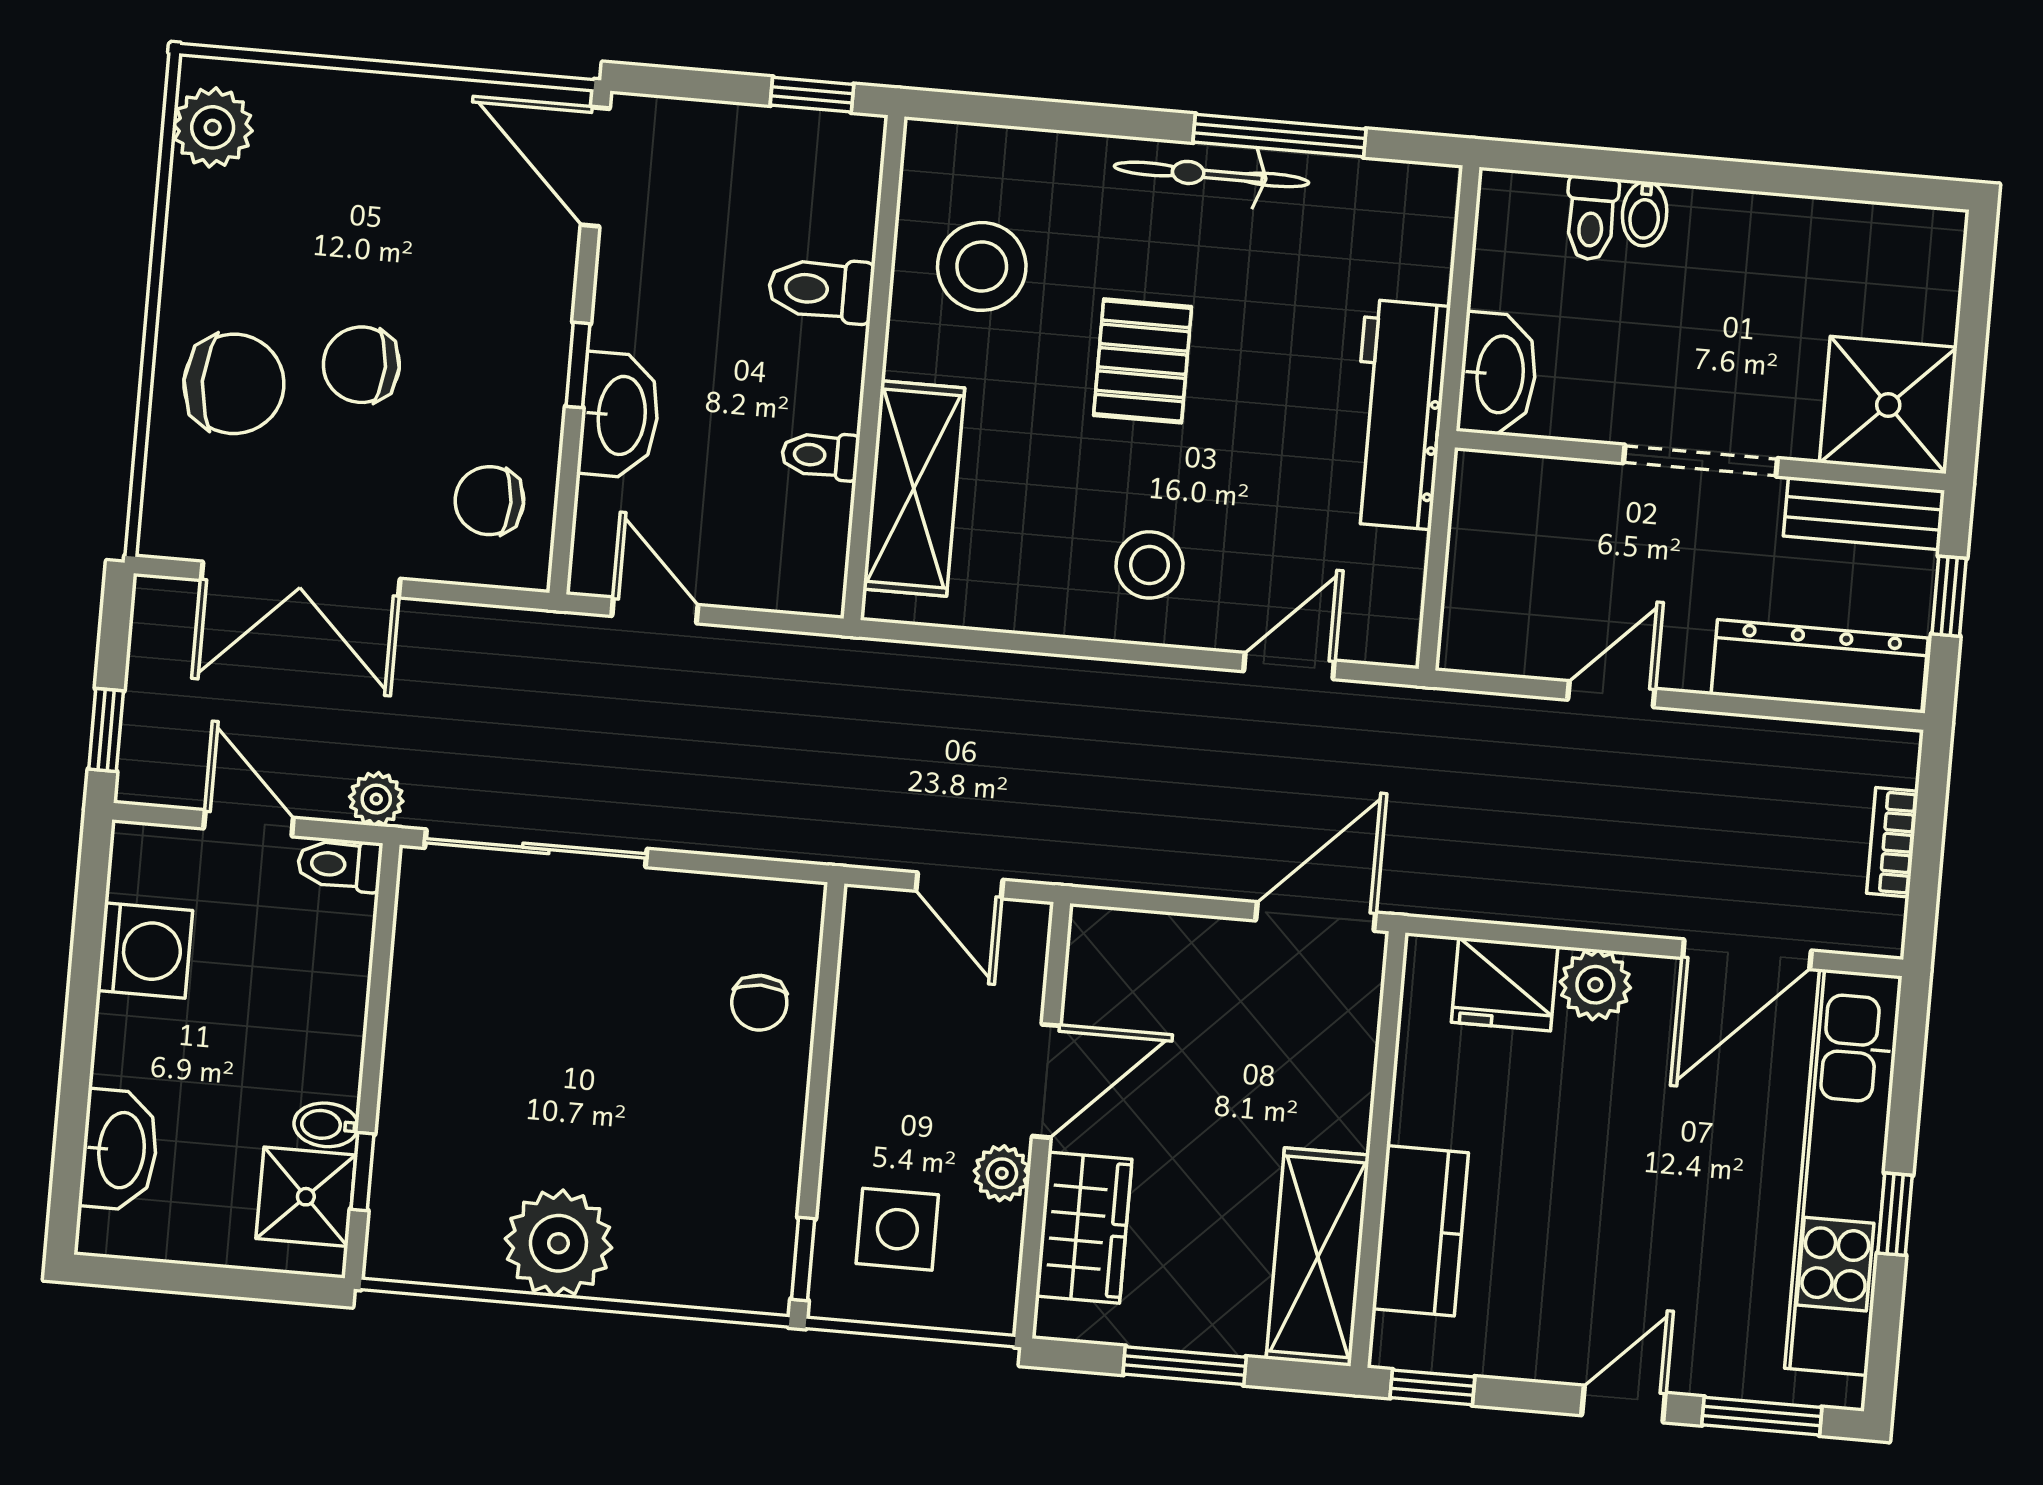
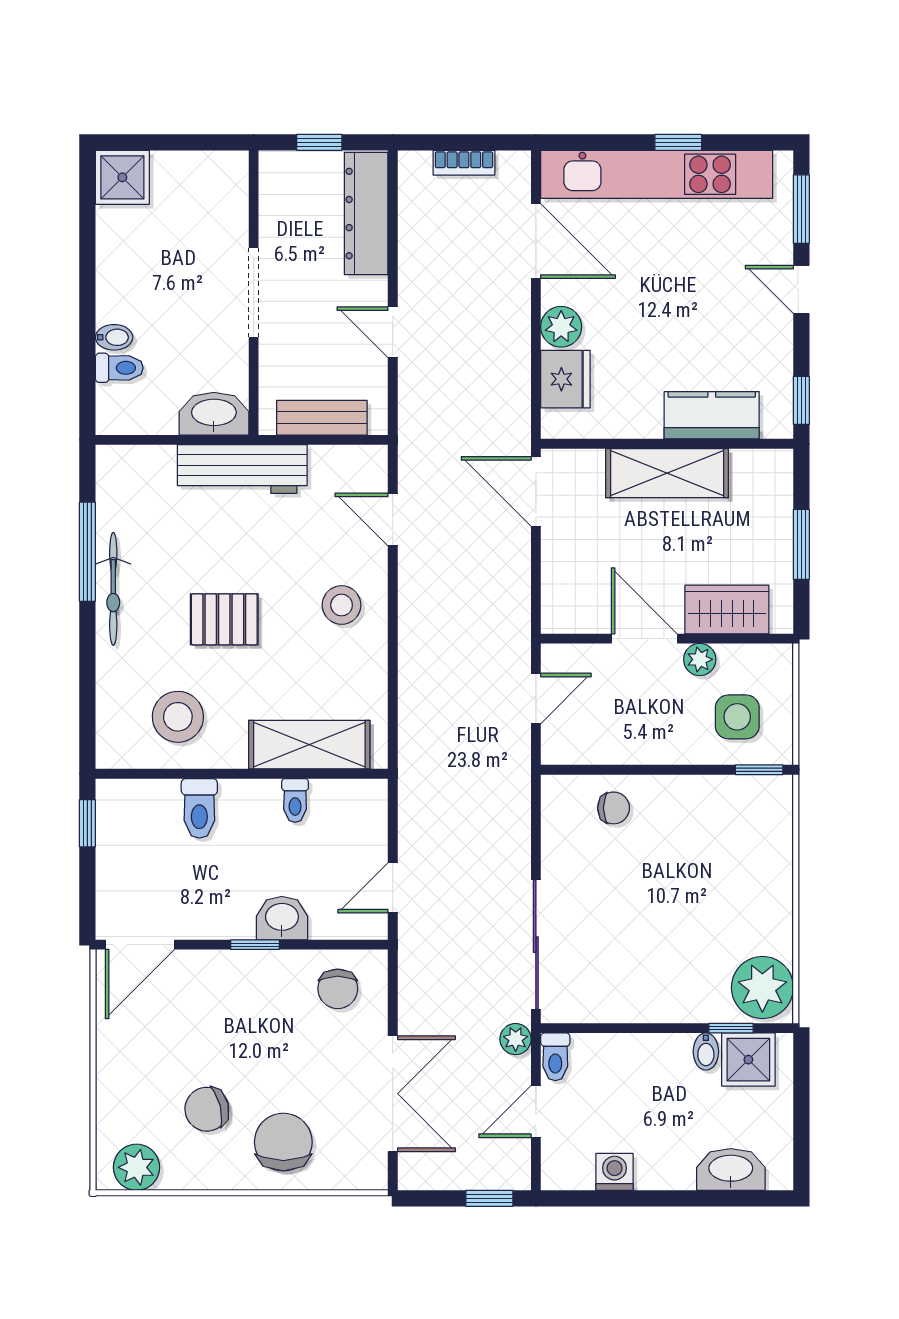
chair: (361, 365) -> (207, 1109), moved, turned 76
shower: (1888, 405) -> (122, 177), moved, width x0.73, depth x0.73
washbasin: (619, 415) -> (282, 918), width x0.72
bench: (1864, 513) -> (322, 418), moved, turned 90
washing machine: (145, 951) -> (615, 1172), width x0.73, depth x0.73
plant: (558, 1243) -> (762, 987), moved
shelving: (1318, 1257) -> (667, 473), moved

